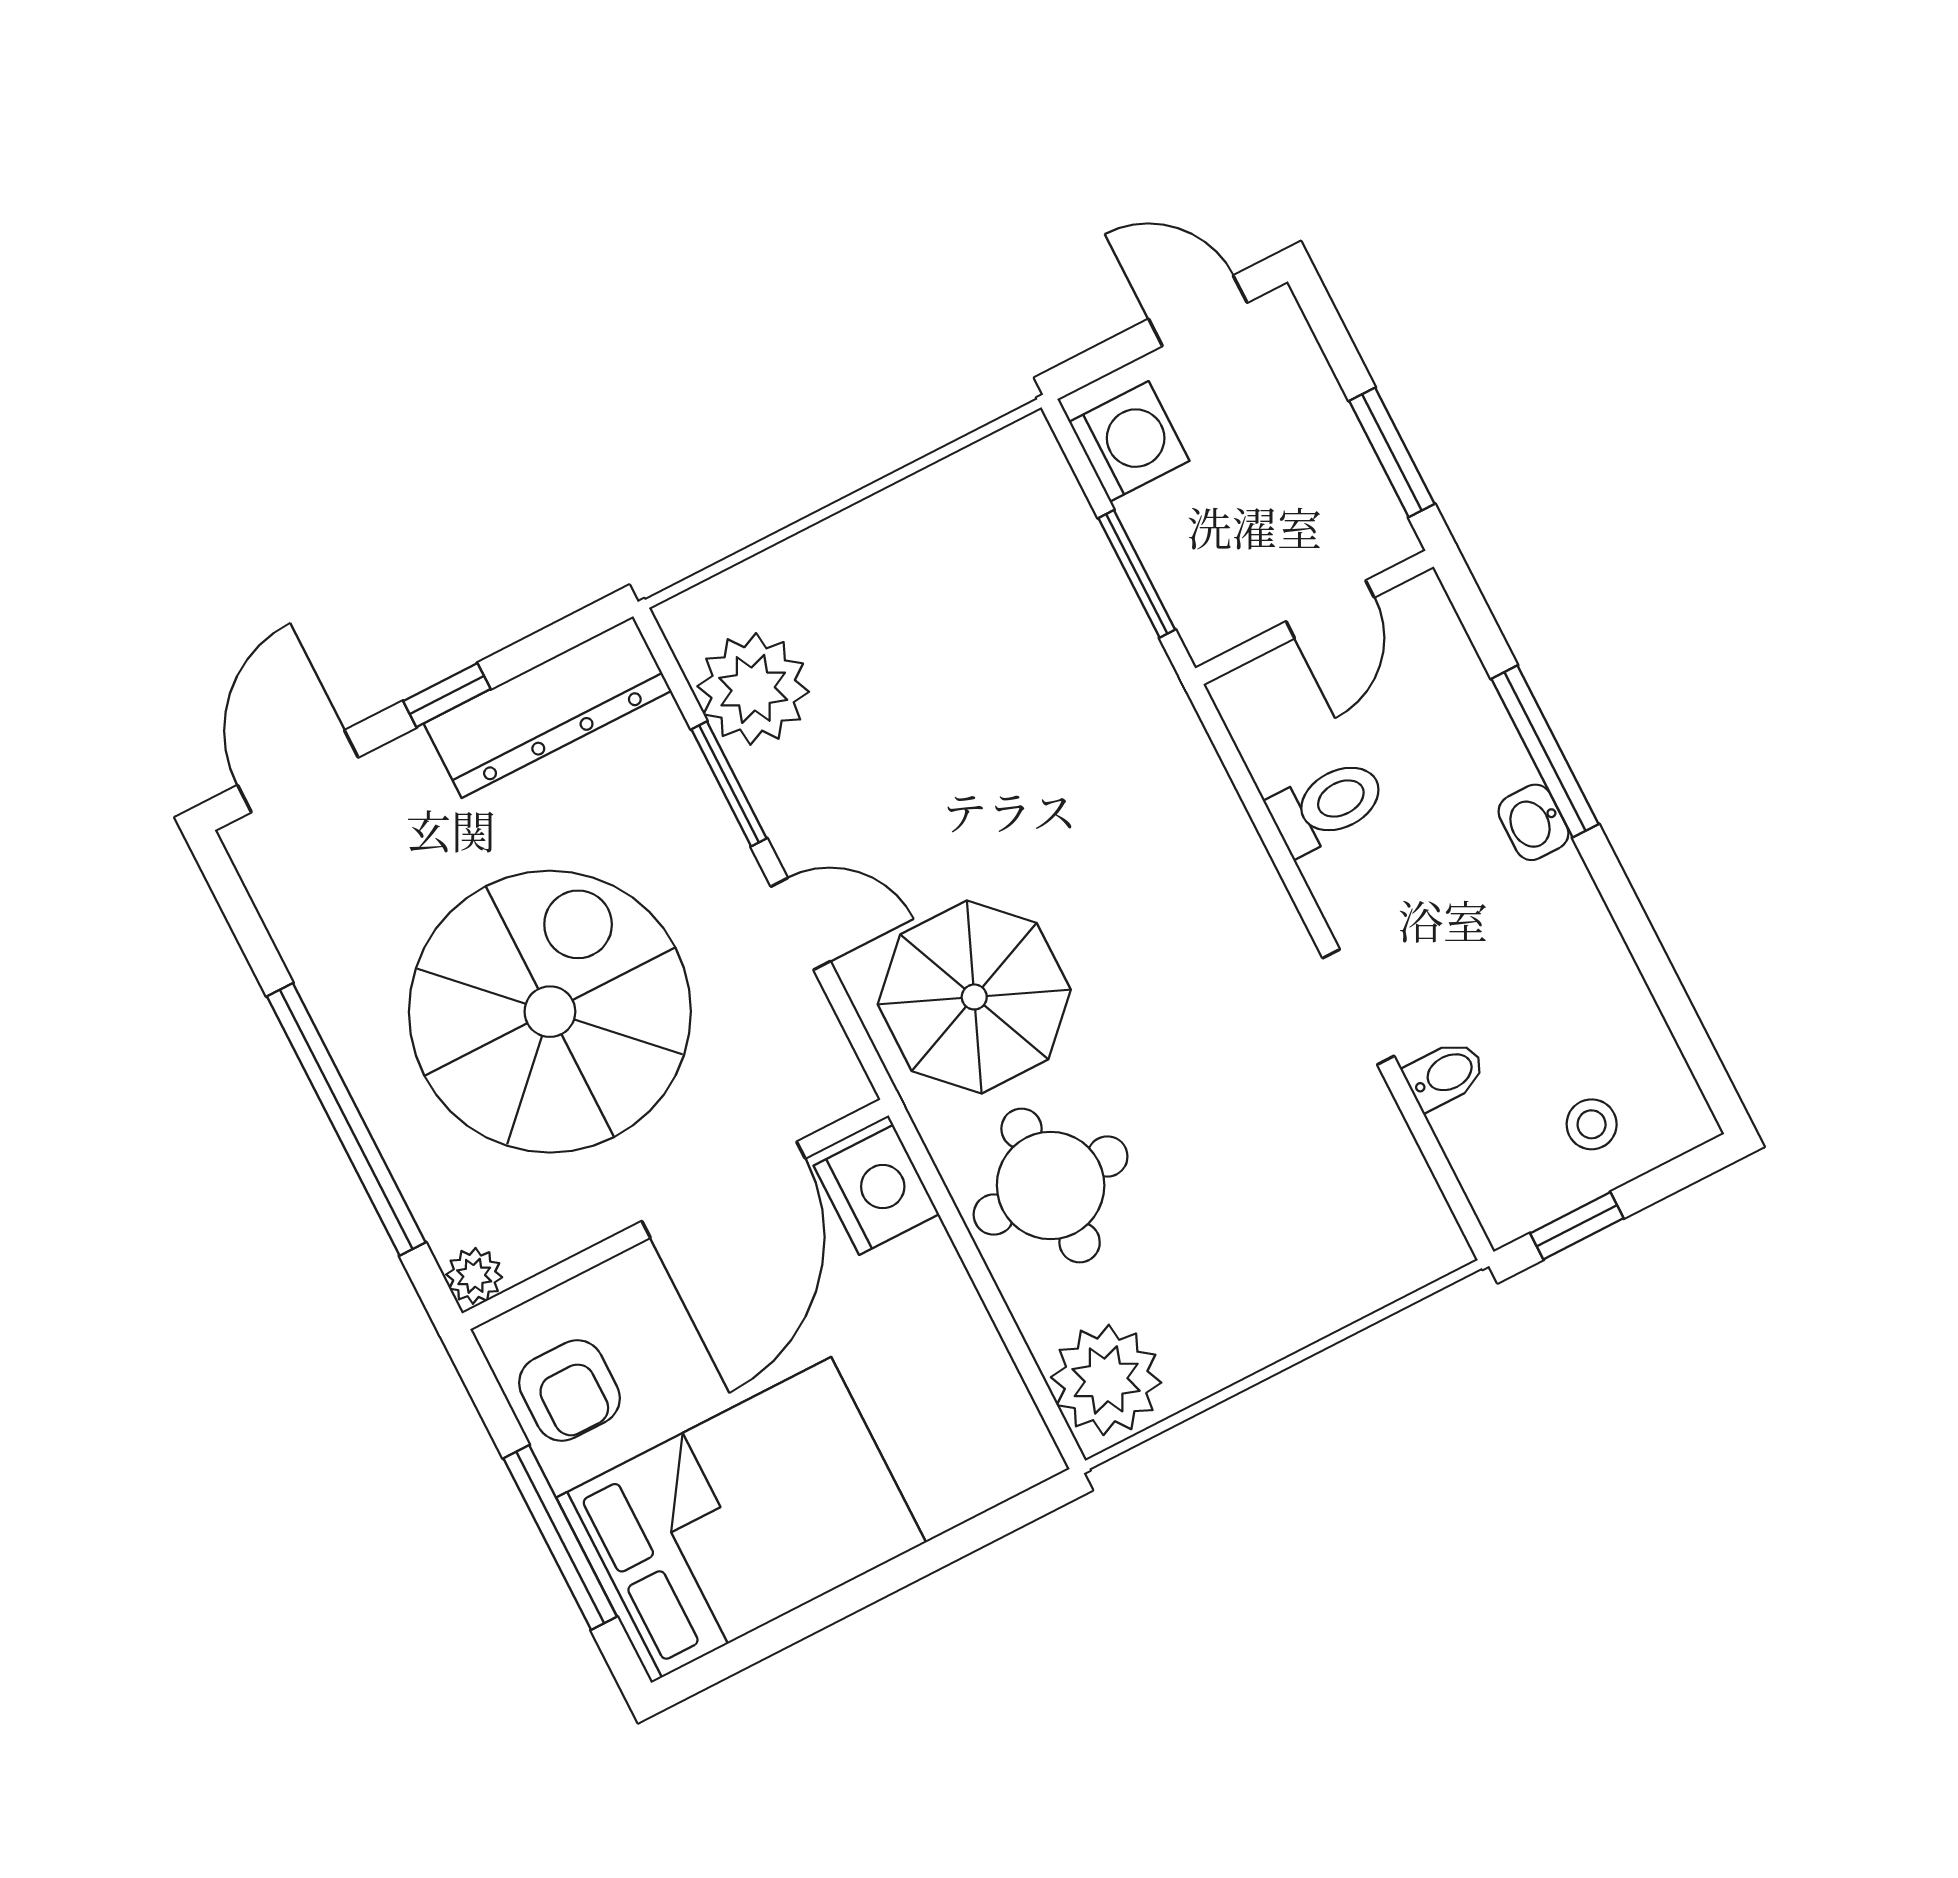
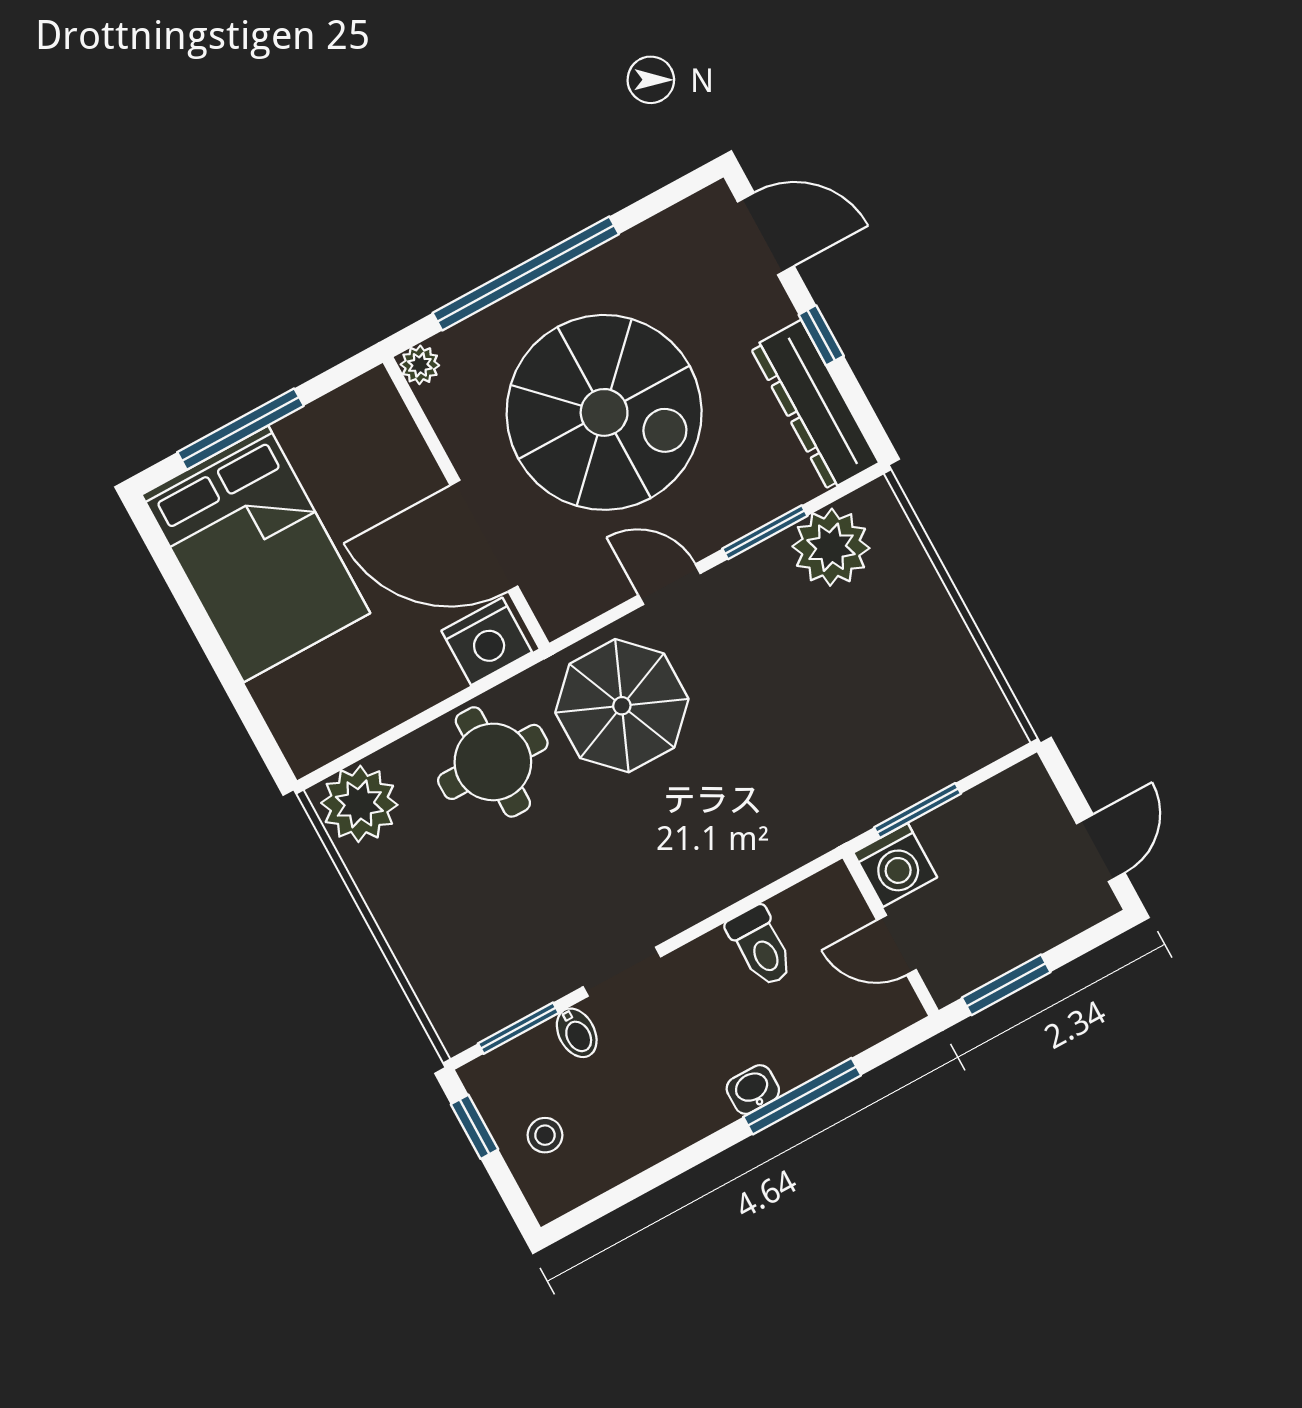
washing machine: (1129, 441) -> (895, 865), moved
door: (801, 924) -> (669, 584), swing flipped
window: (1436, 1159) -> (518, 1028), added
armchair: (569, 1391) -> (342, 433), removed

